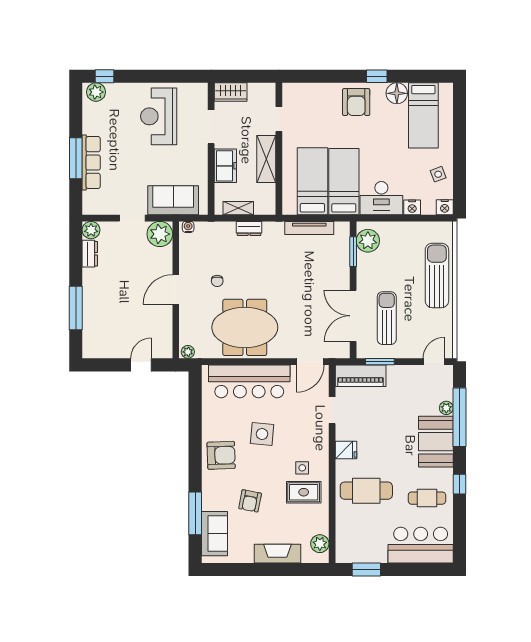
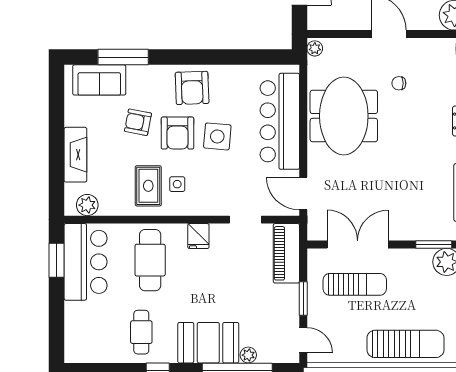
window: (380, 362) -> (303, 298), moved
armchair: (259, 468) -> (177, 133), added
bar counter: (421, 545) -> (86, 262), moved

